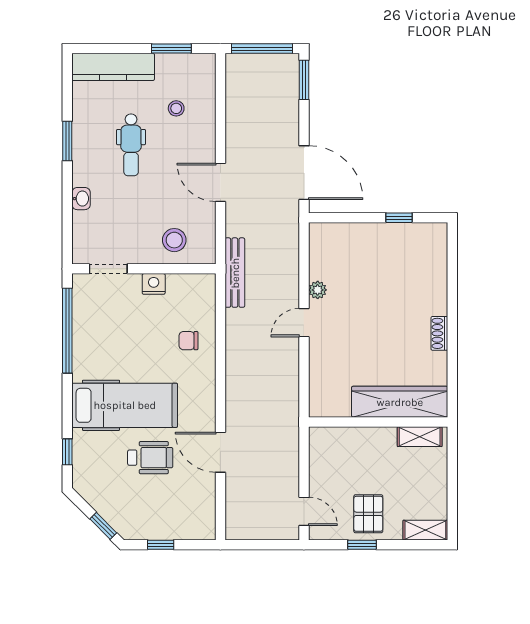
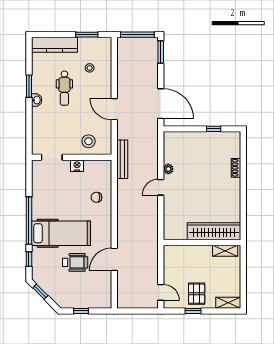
washbasin: (81, 199) -> (37, 100), moved
window: (67, 331) -> (29, 221), moved
shoe rack: (439, 333) -> (236, 168), moved
door: (220, 452) -> (114, 259), hinge flipped
window: (103, 526) -> (40, 292), moved

